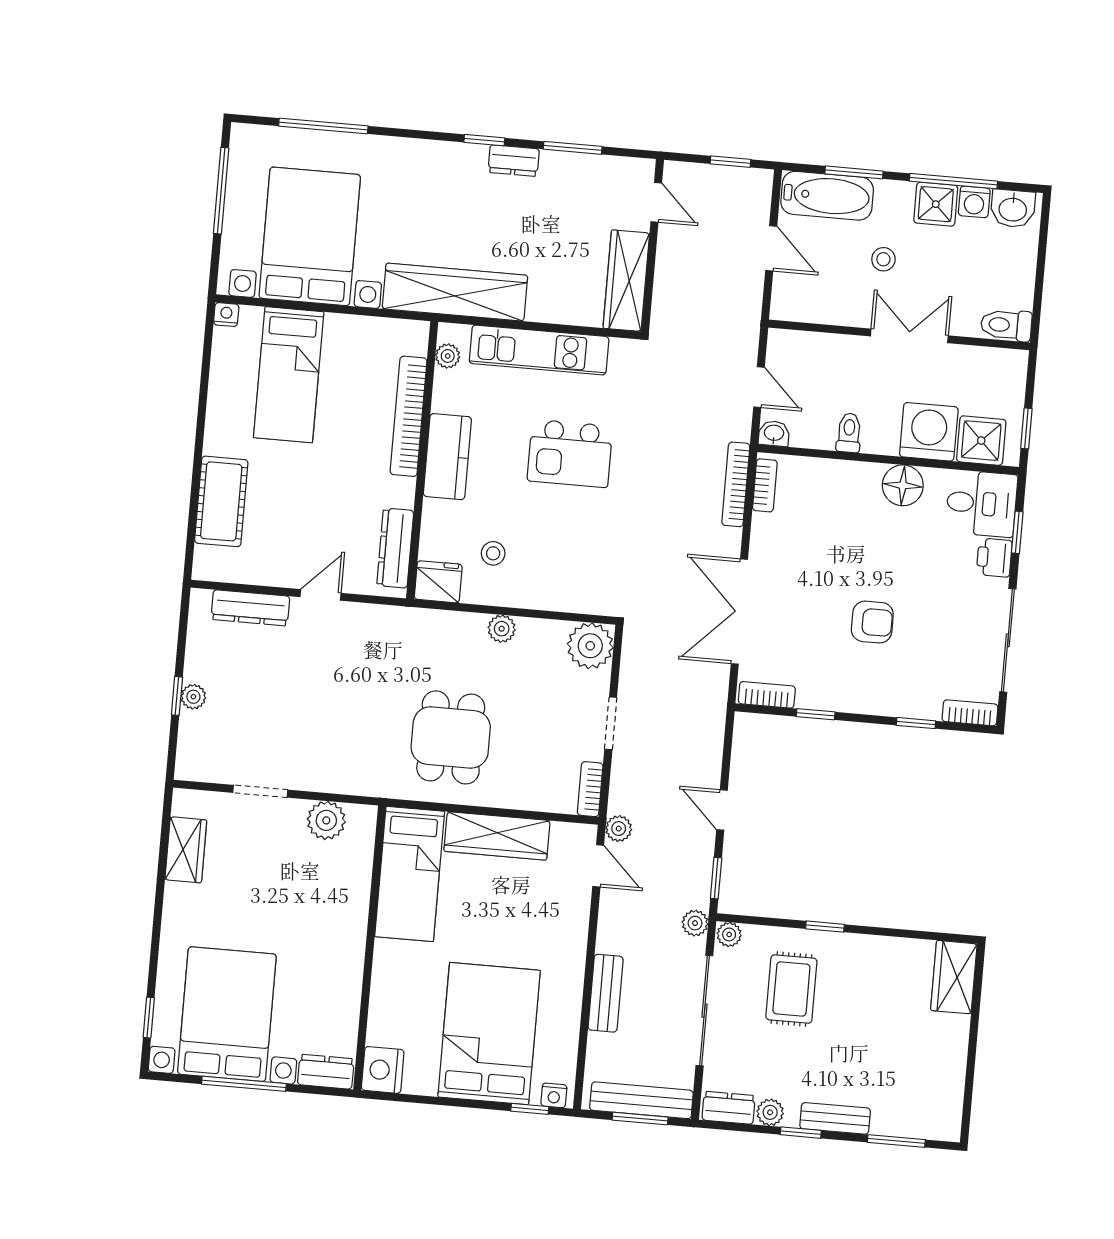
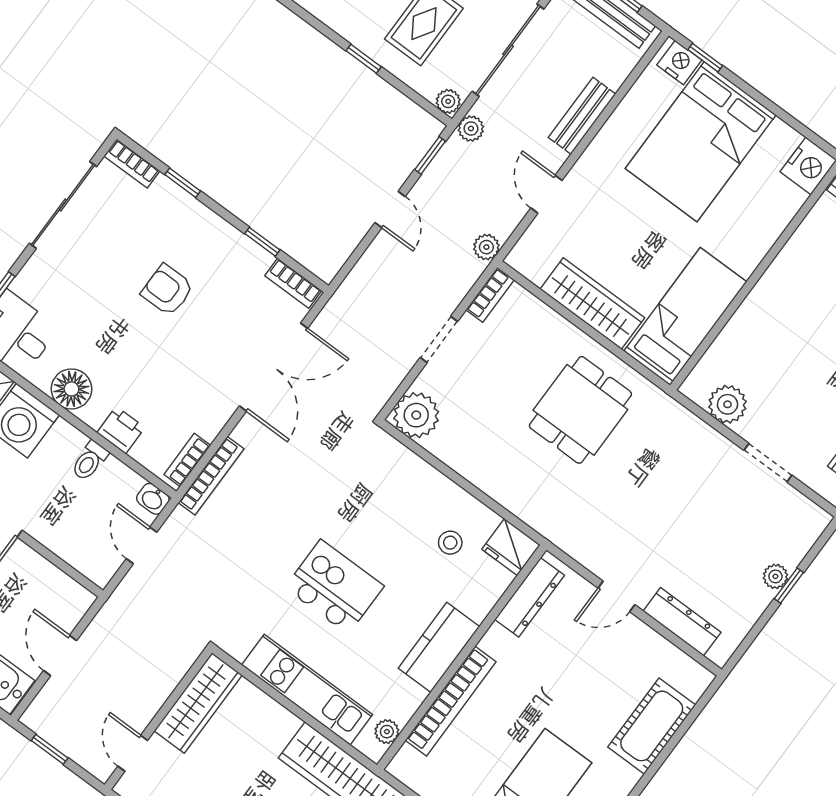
printer: (994, 558) -> (121, 430), moved, turned -90
plant: (502, 629) -> (482, 475), removed
door: (598, 866) -> (546, 194), moved
nightstand: (554, 1095) -> (679, 63), width x1.39, depth x1.35

